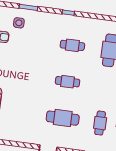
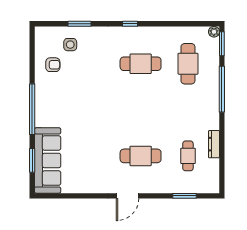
cafe table: (72, 45) -> (141, 64), width x1.37, depth x1.35
cafe table: (68, 82) -> (141, 110), removed

